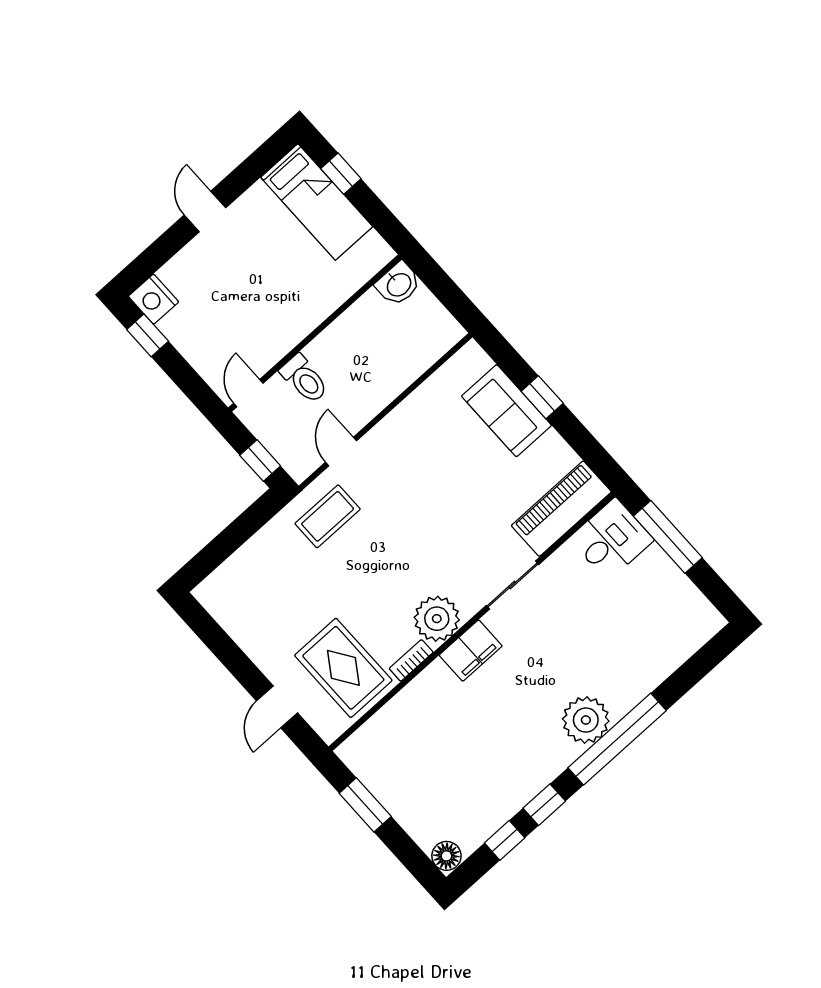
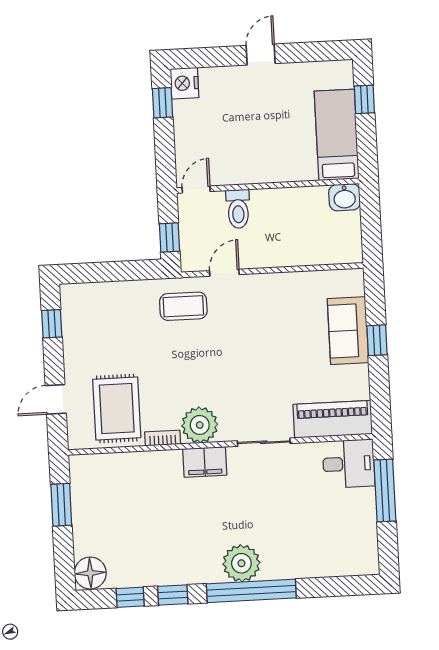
bed: (317, 202) -> (337, 135), moved, turned 180
window: (214, 637) -> (52, 324), added
floor lamp: (446, 856) -> (90, 573), width x1.38, depth x1.38

